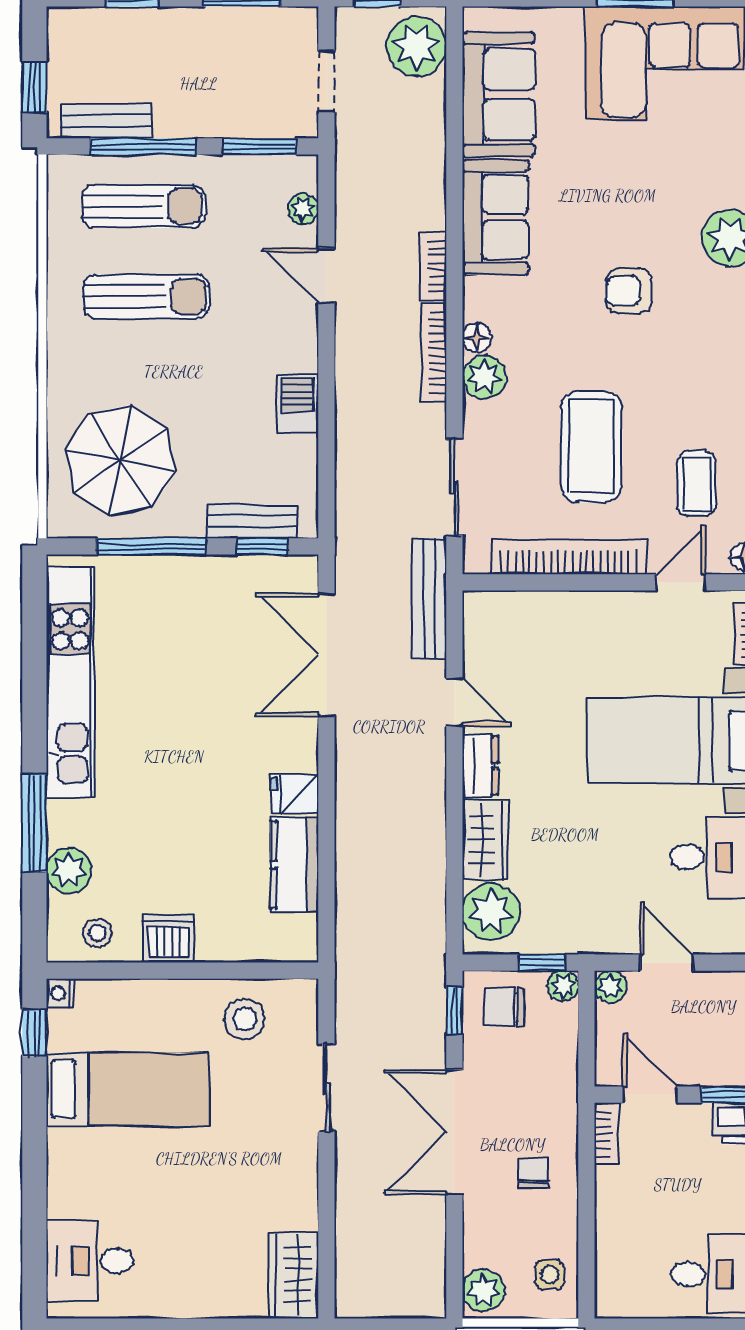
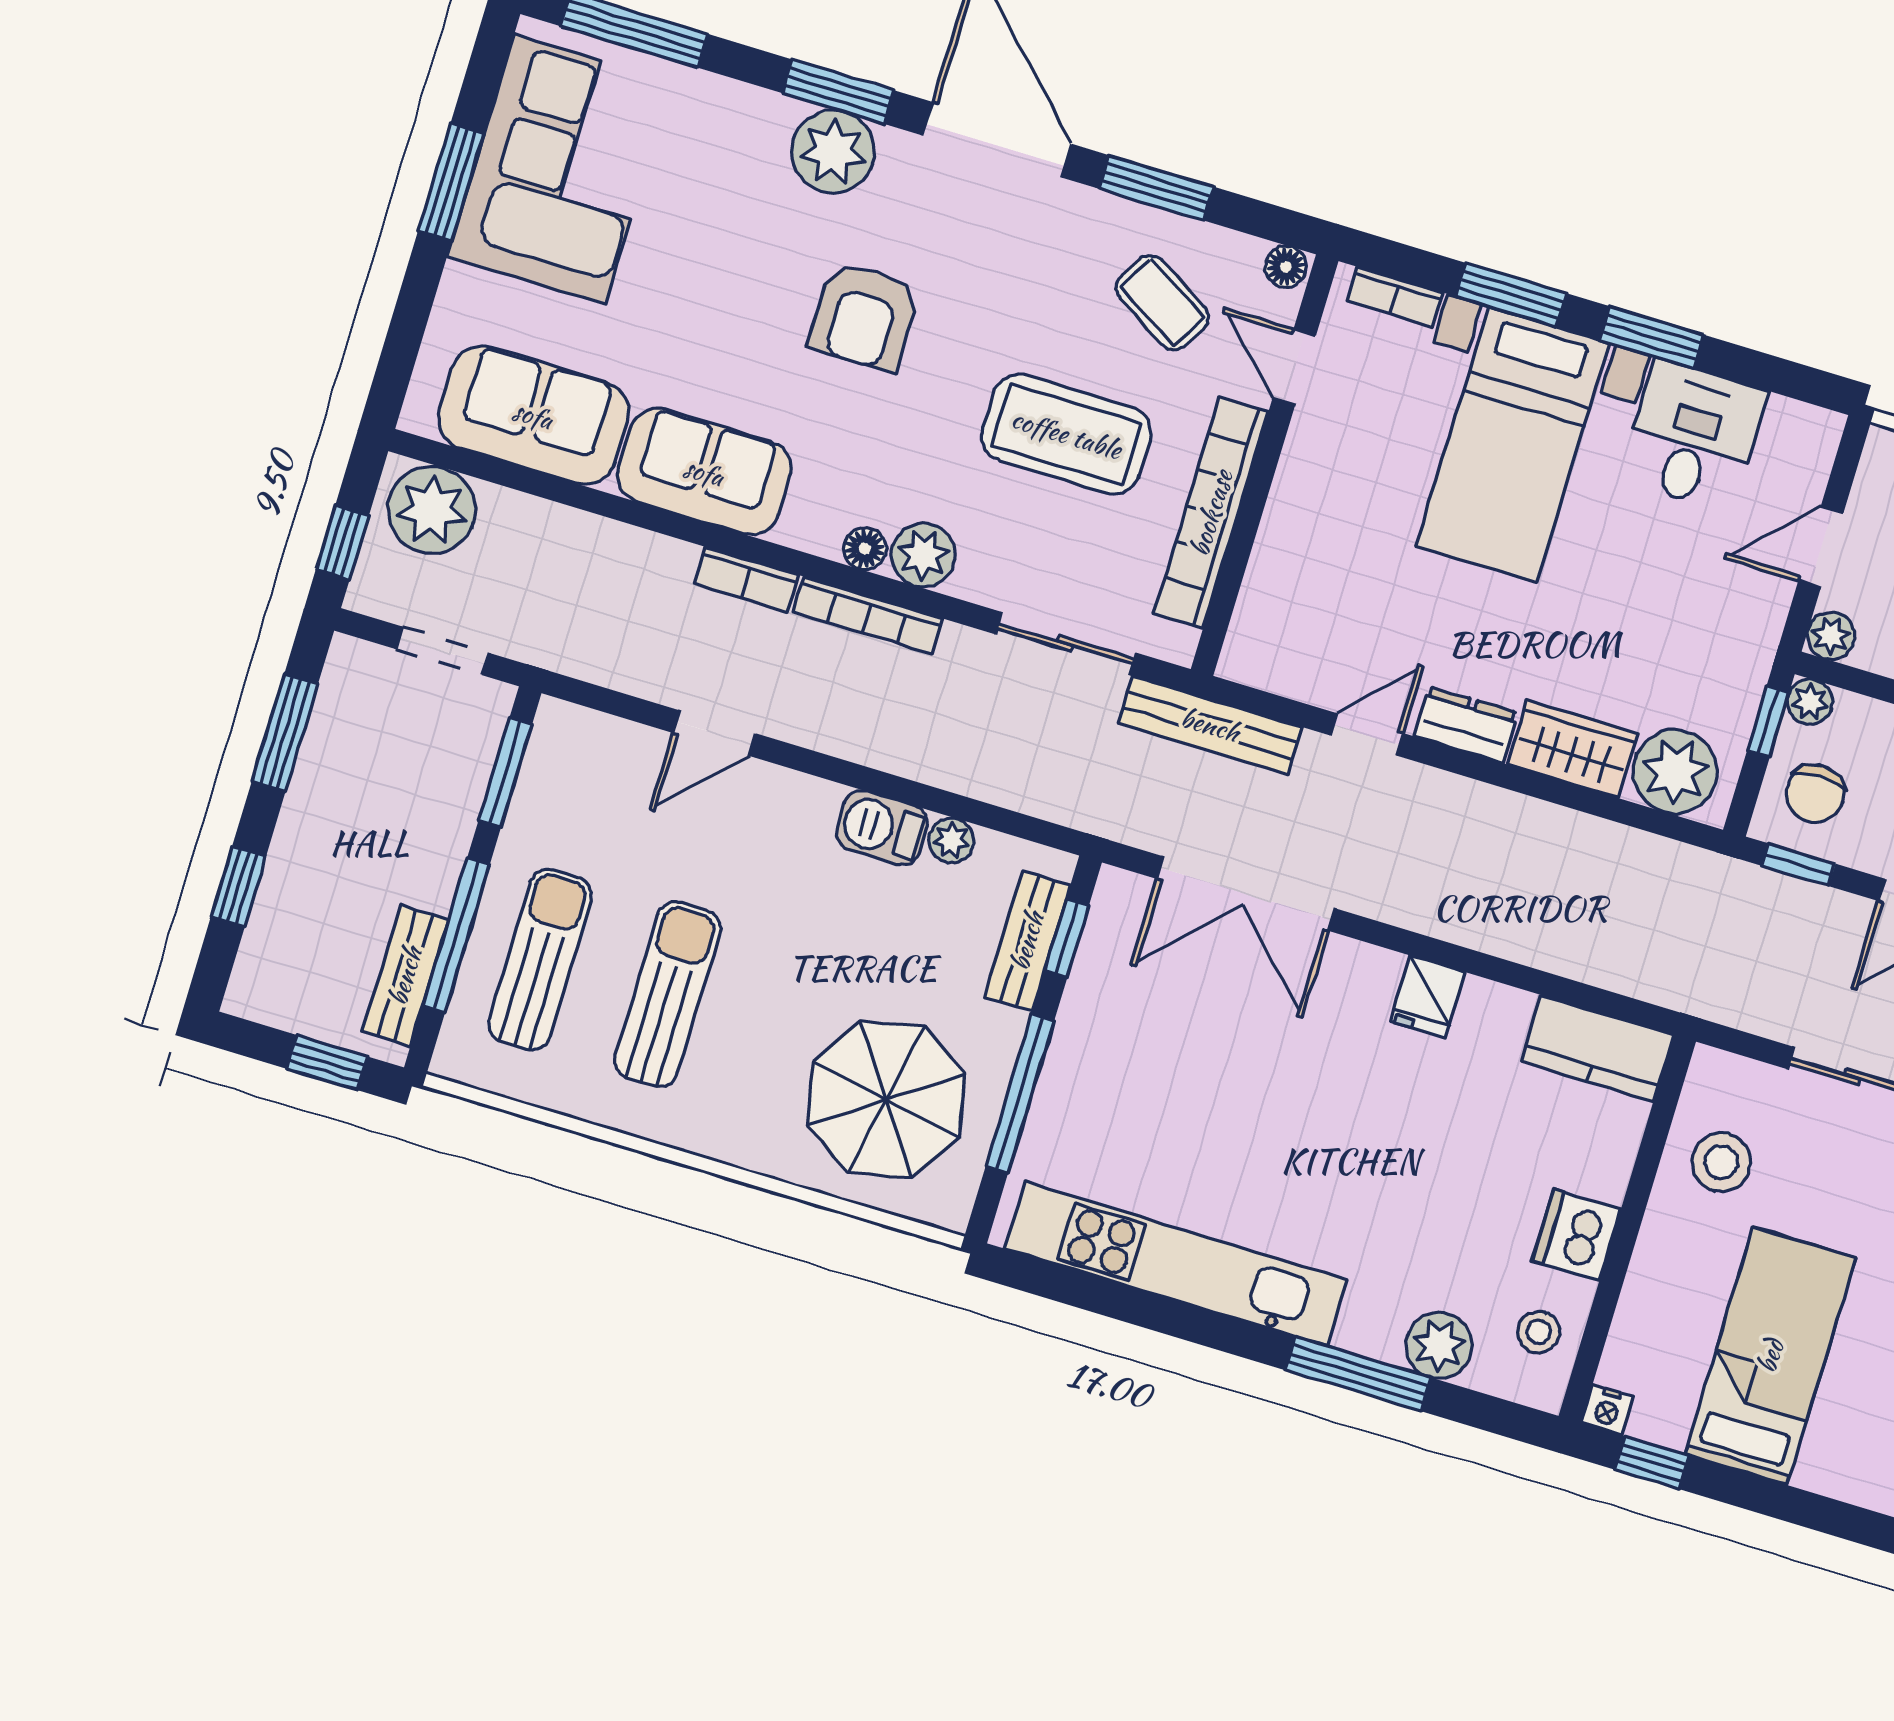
plant: (303, 209) -> (951, 840), moved
armchair: (629, 291) -> (864, 316), width x1.38, depth x1.38
coffee table: (697, 483) -> (1162, 302), turned 31
kitchen counter: (295, 865) -> (1597, 1048), moved

